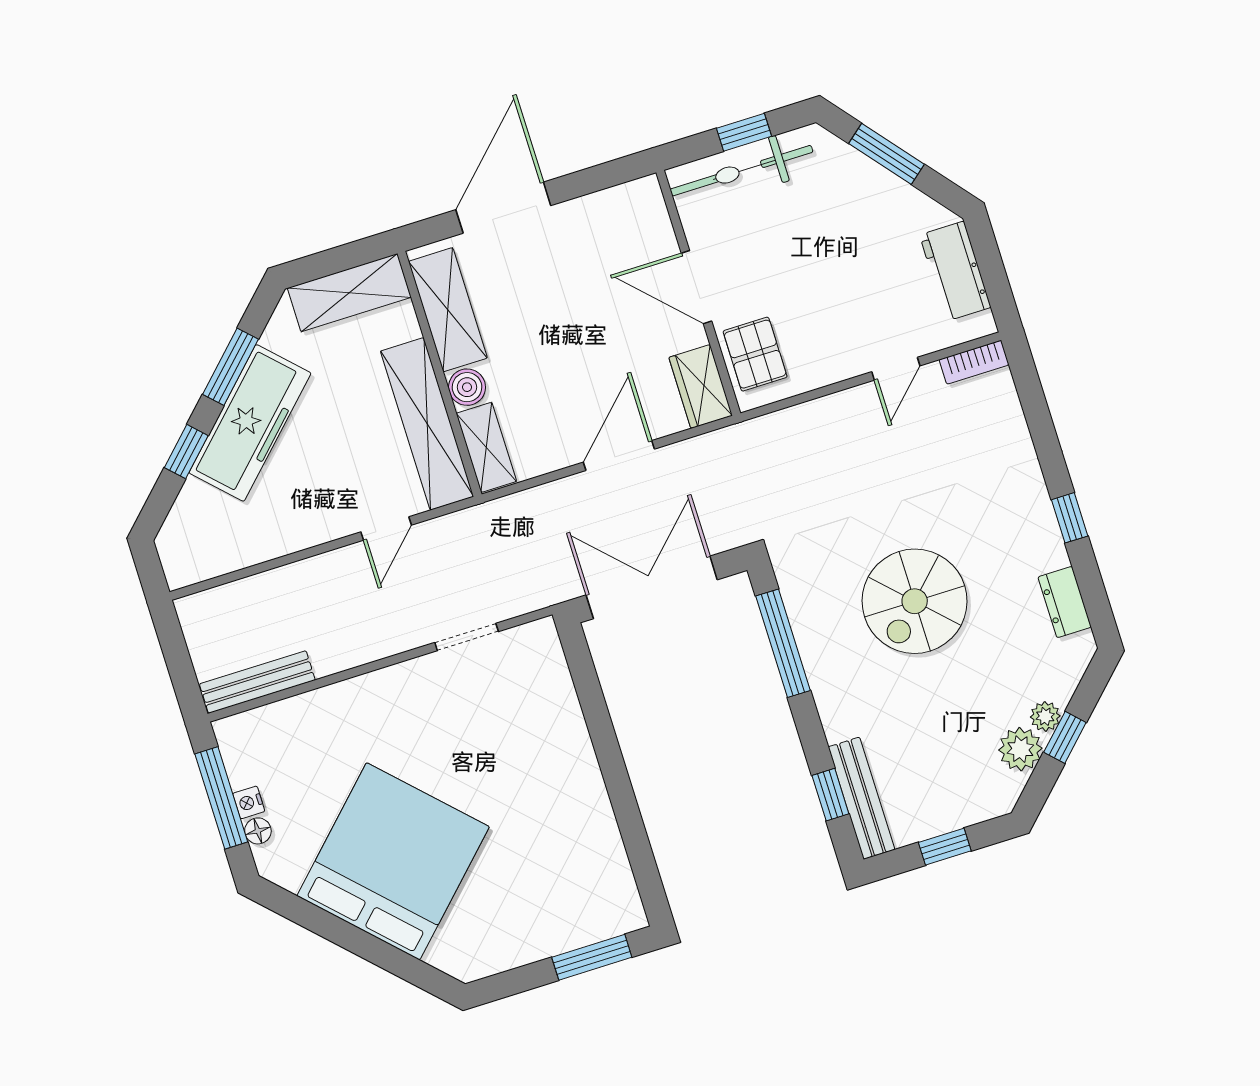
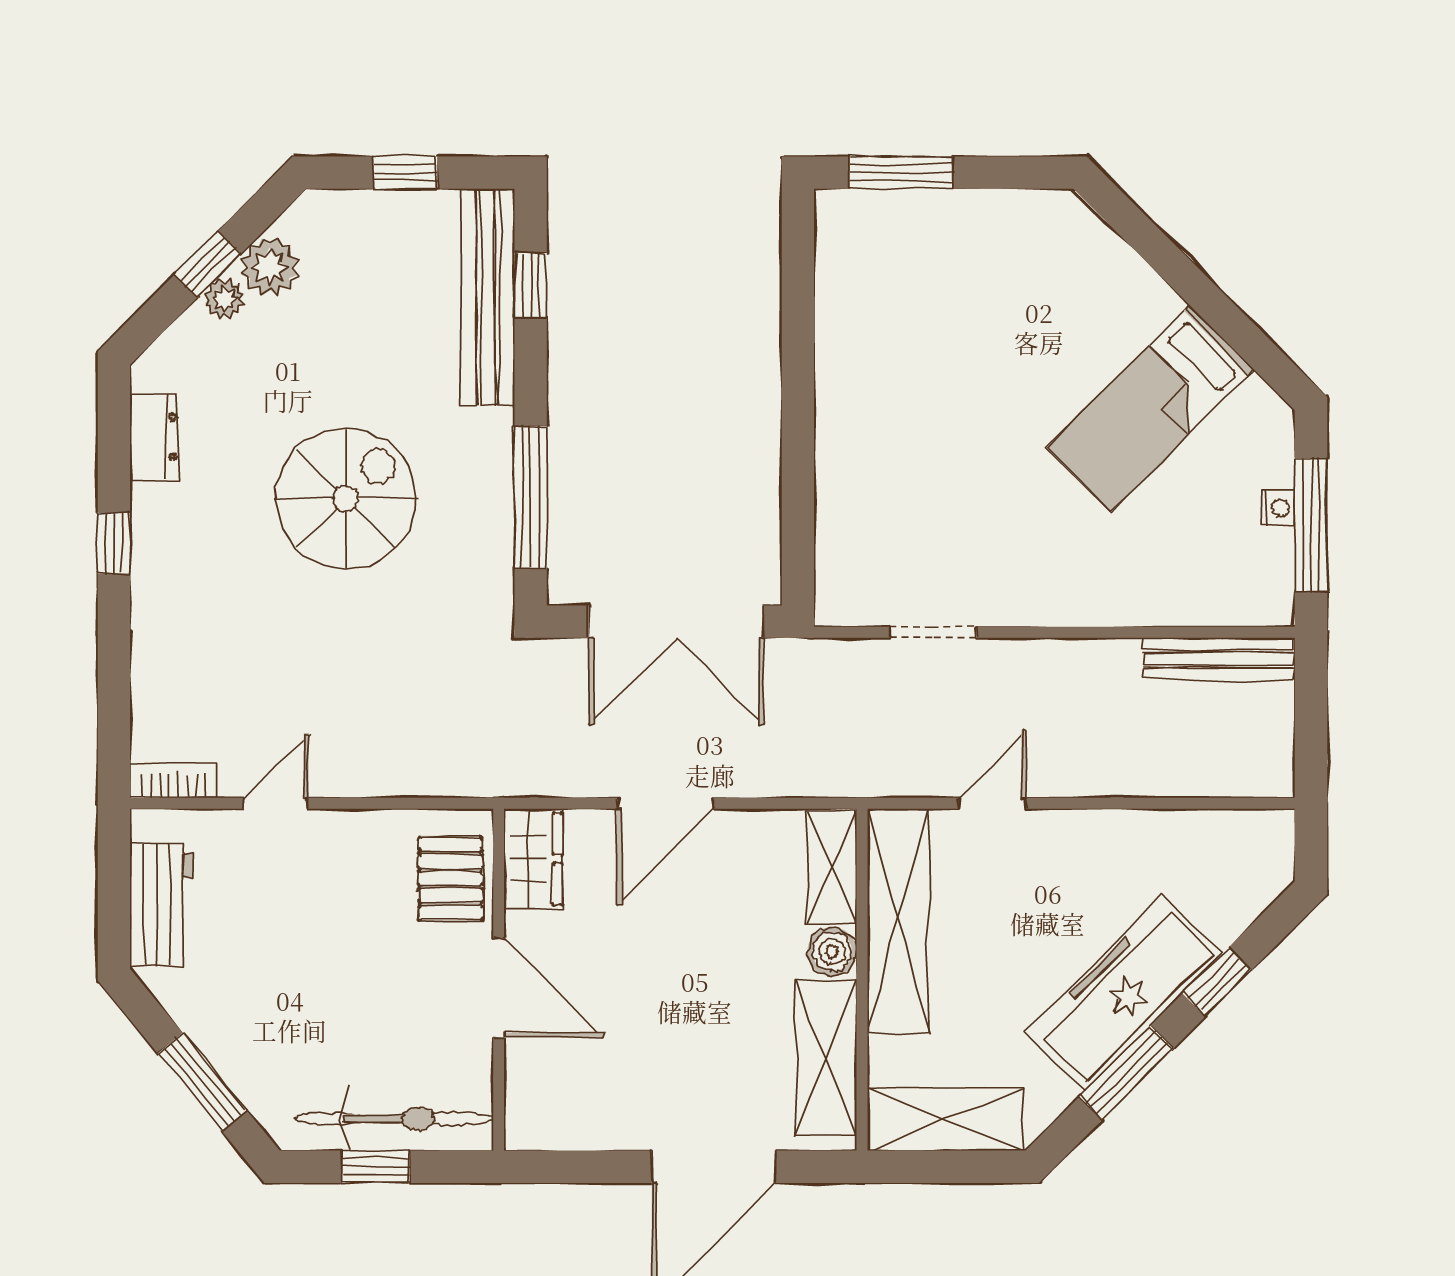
bench: (861, 798) -> (488, 297), width x1.37, depth x1.21
floor lamp: (258, 831) -> (1277, 468), removed
bed: (393, 861) -> (1150, 409), width x0.49

